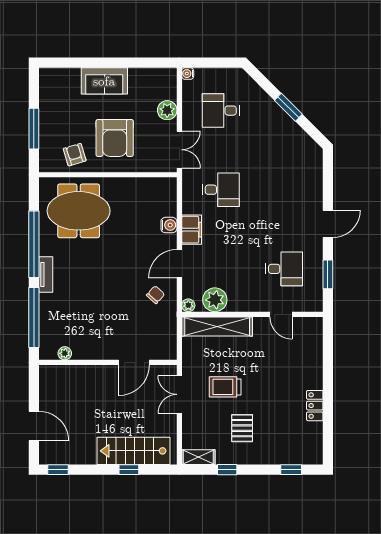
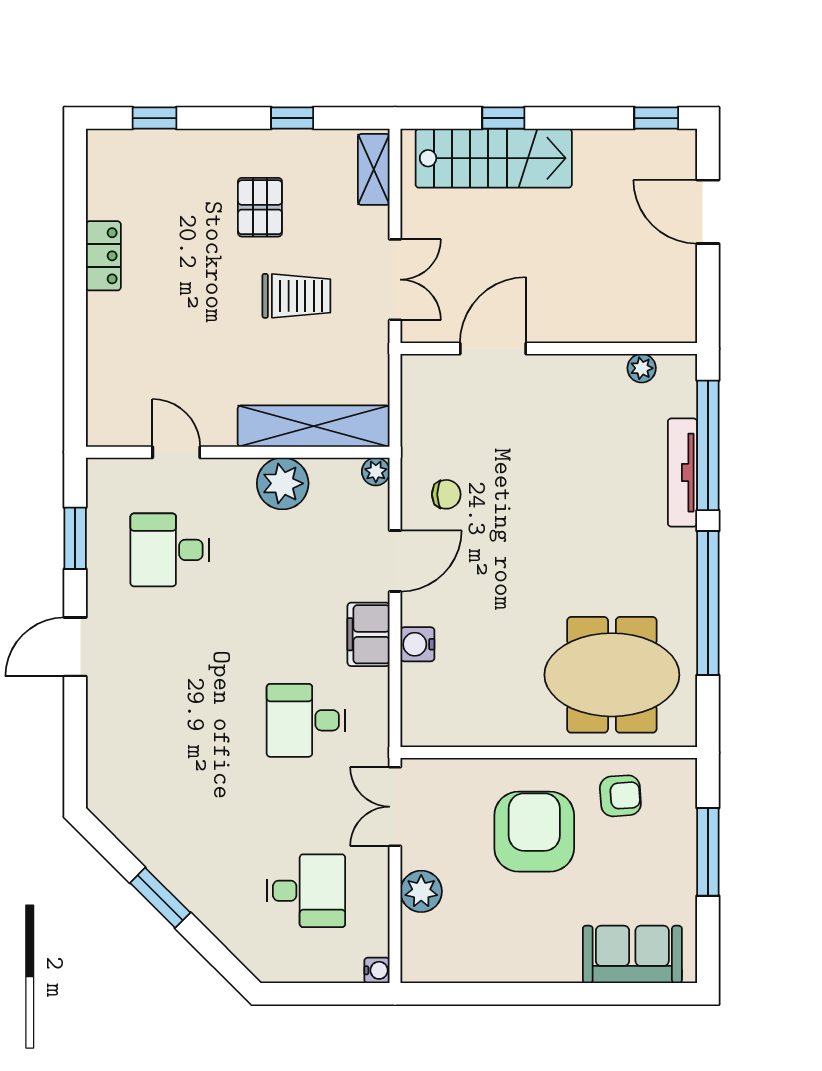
sofa: (104, 81) -> (632, 954), moved
armchair: (75, 155) -> (620, 796), turned -77
tv unit: (46, 274) -> (682, 473), moved, width x1.41
chair: (156, 295) -> (446, 494), turned -132
plant: (215, 300) -> (283, 483), moved
shelving: (198, 457) -> (374, 169), moved, turned 90

